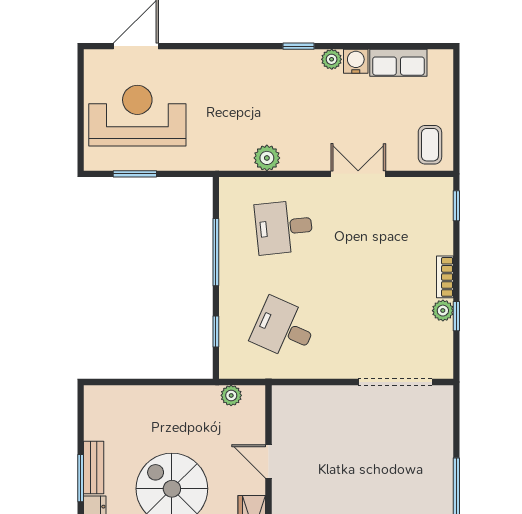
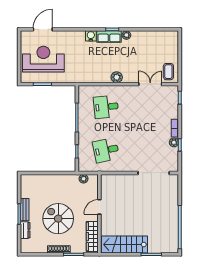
water cooler: (356, 61) -> (91, 36), moved
row of seats: (398, 63) -> (109, 37), moved
plant: (267, 158) -> (117, 77), moved
double door: (358, 174) -> (150, 84), moved
desk: (284, 329) -> (106, 150), turned -36
door: (269, 461) -> (99, 207), hinge flipped

